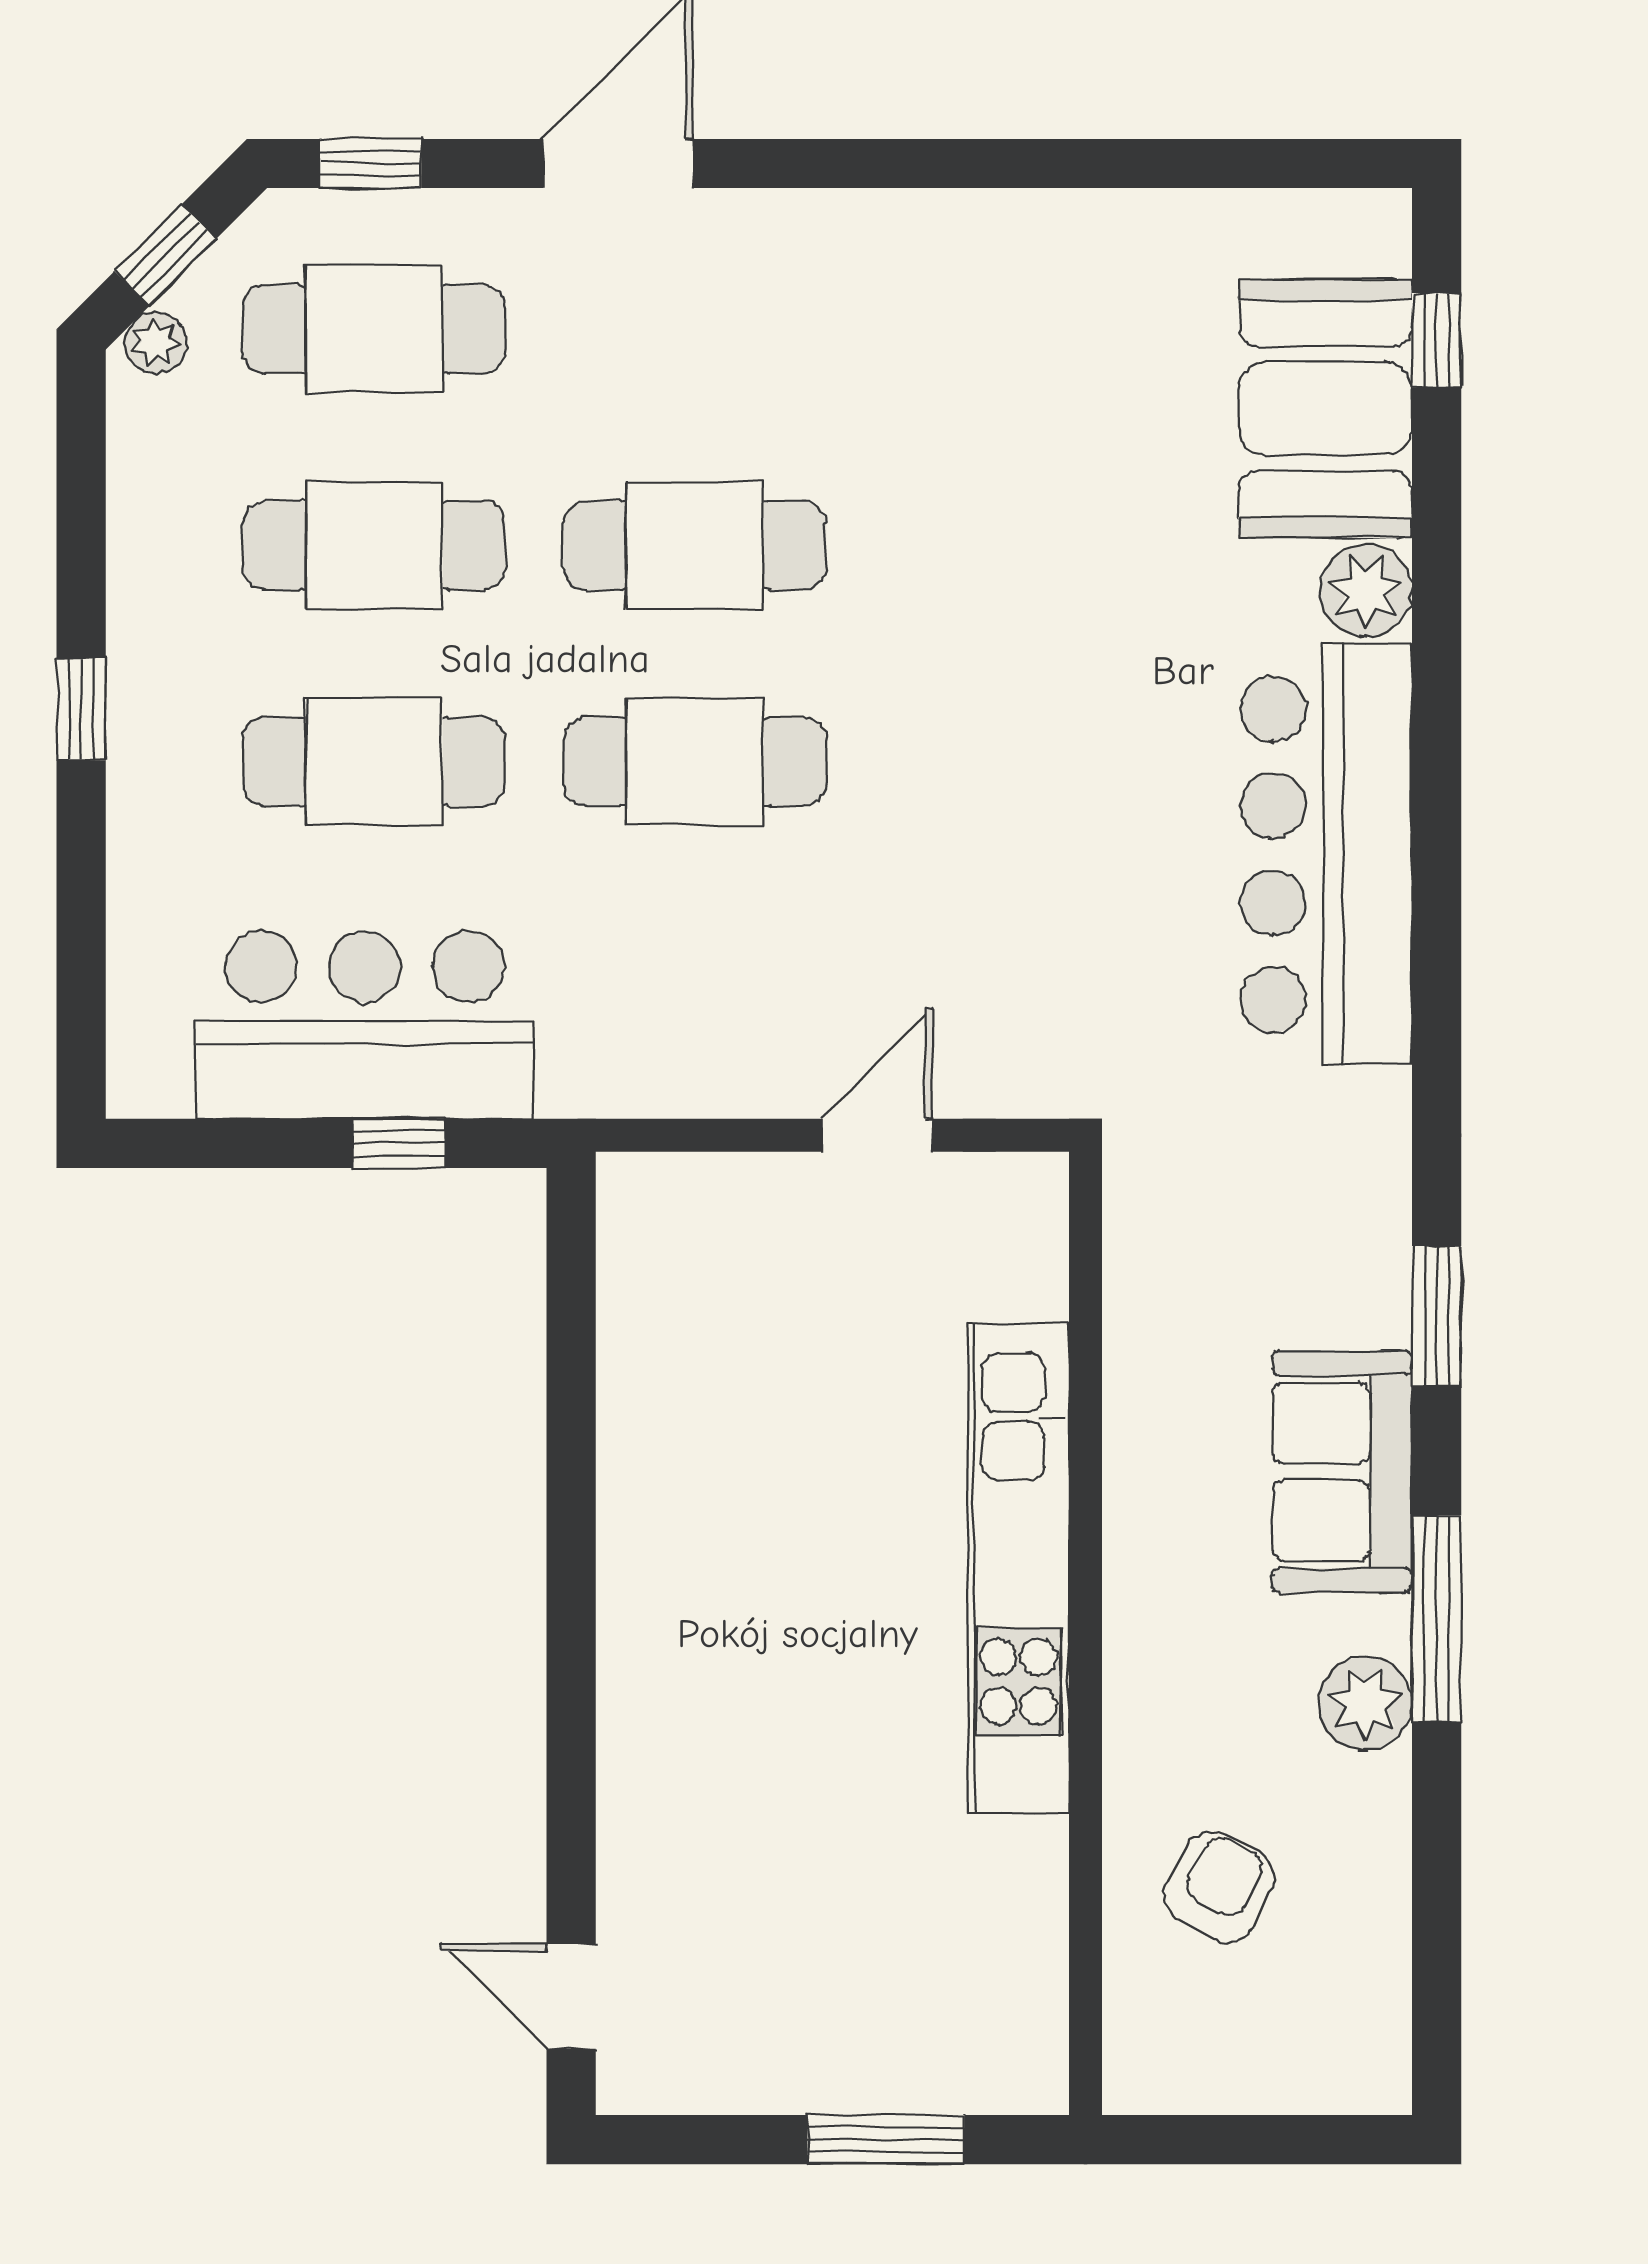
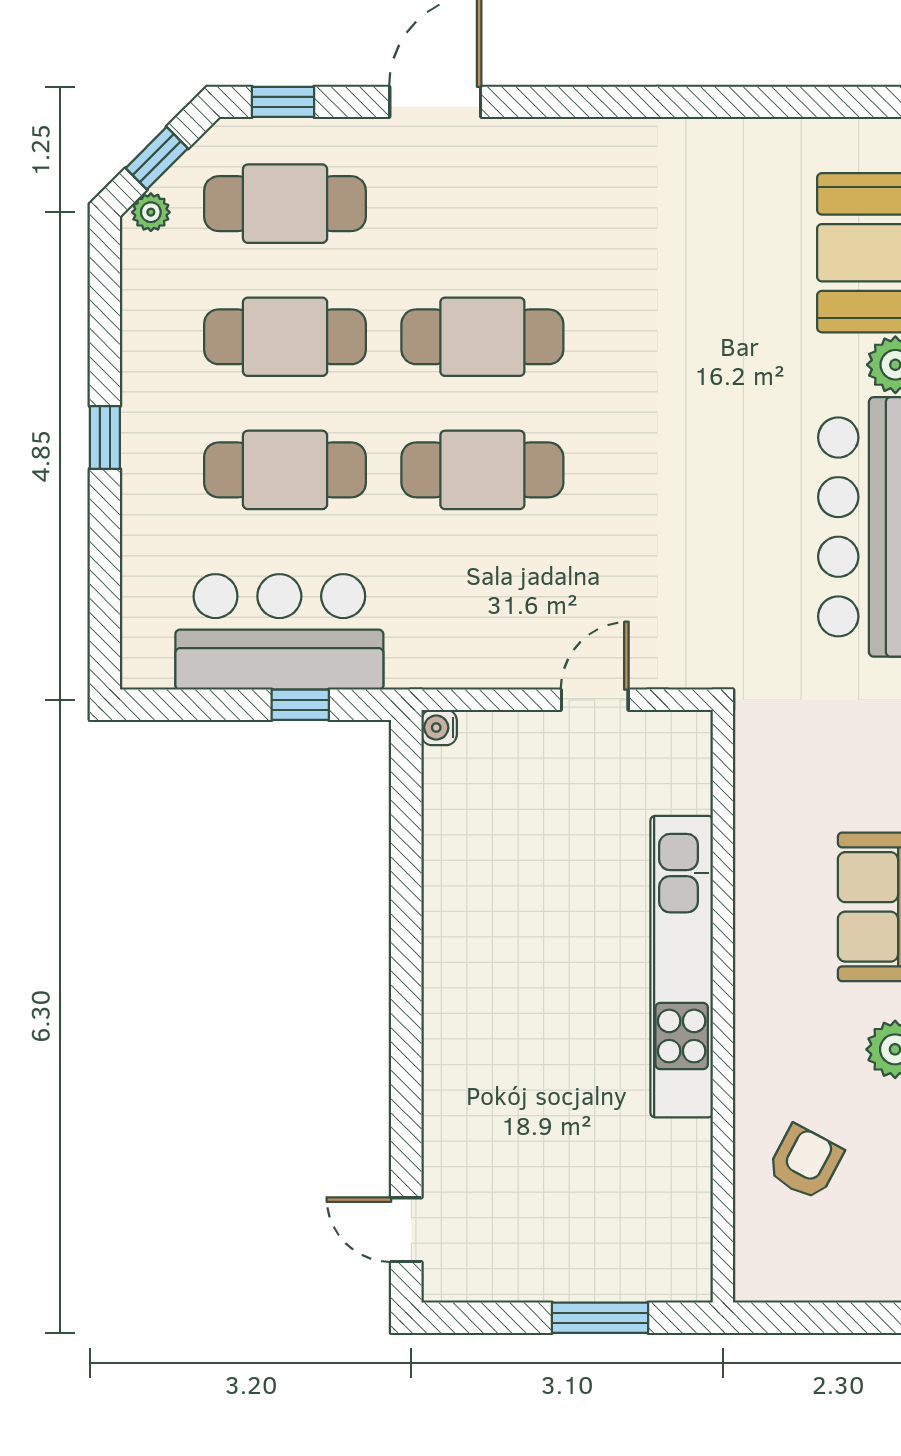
water cooler: (624, 1180) -> (439, 728), added

